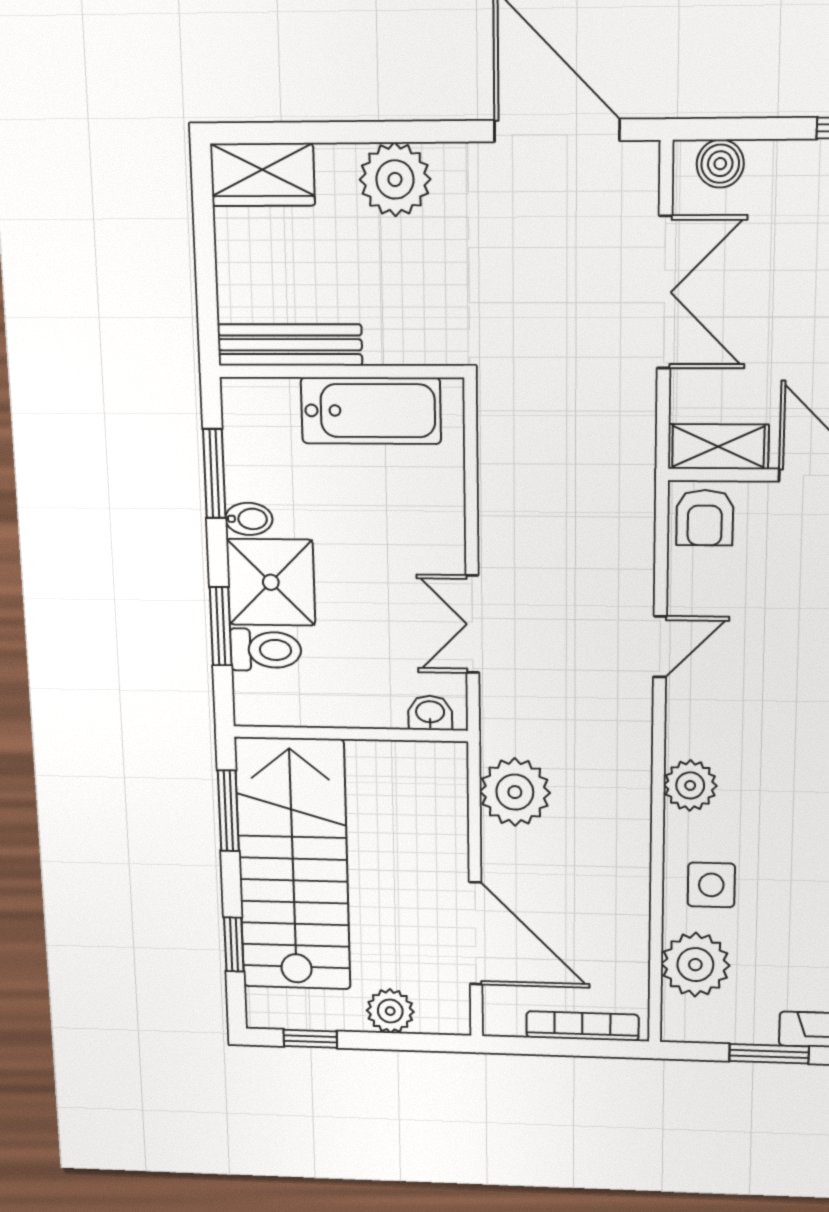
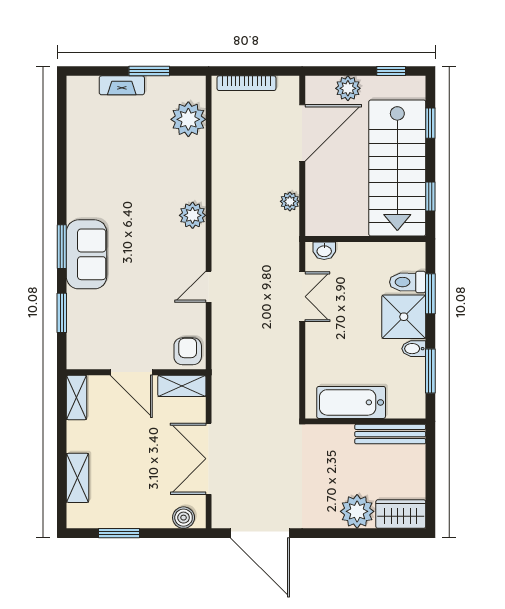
plant: (395, 179) -> (357, 511), moved
plant: (515, 792) -> (290, 201), width x0.53, depth x0.53
window: (228, 811) -> (430, 197), width x0.67
side table: (711, 885) -> (181, 163), removed
door: (476, 933) -> (302, 133), swing flipped

